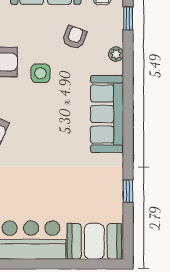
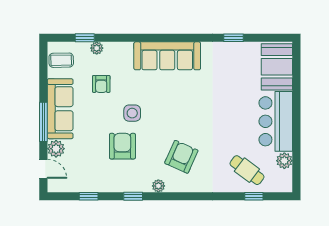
armchair: (74, 37) -> (101, 84), turned -111
plant: (116, 54) -> (97, 48), moved

